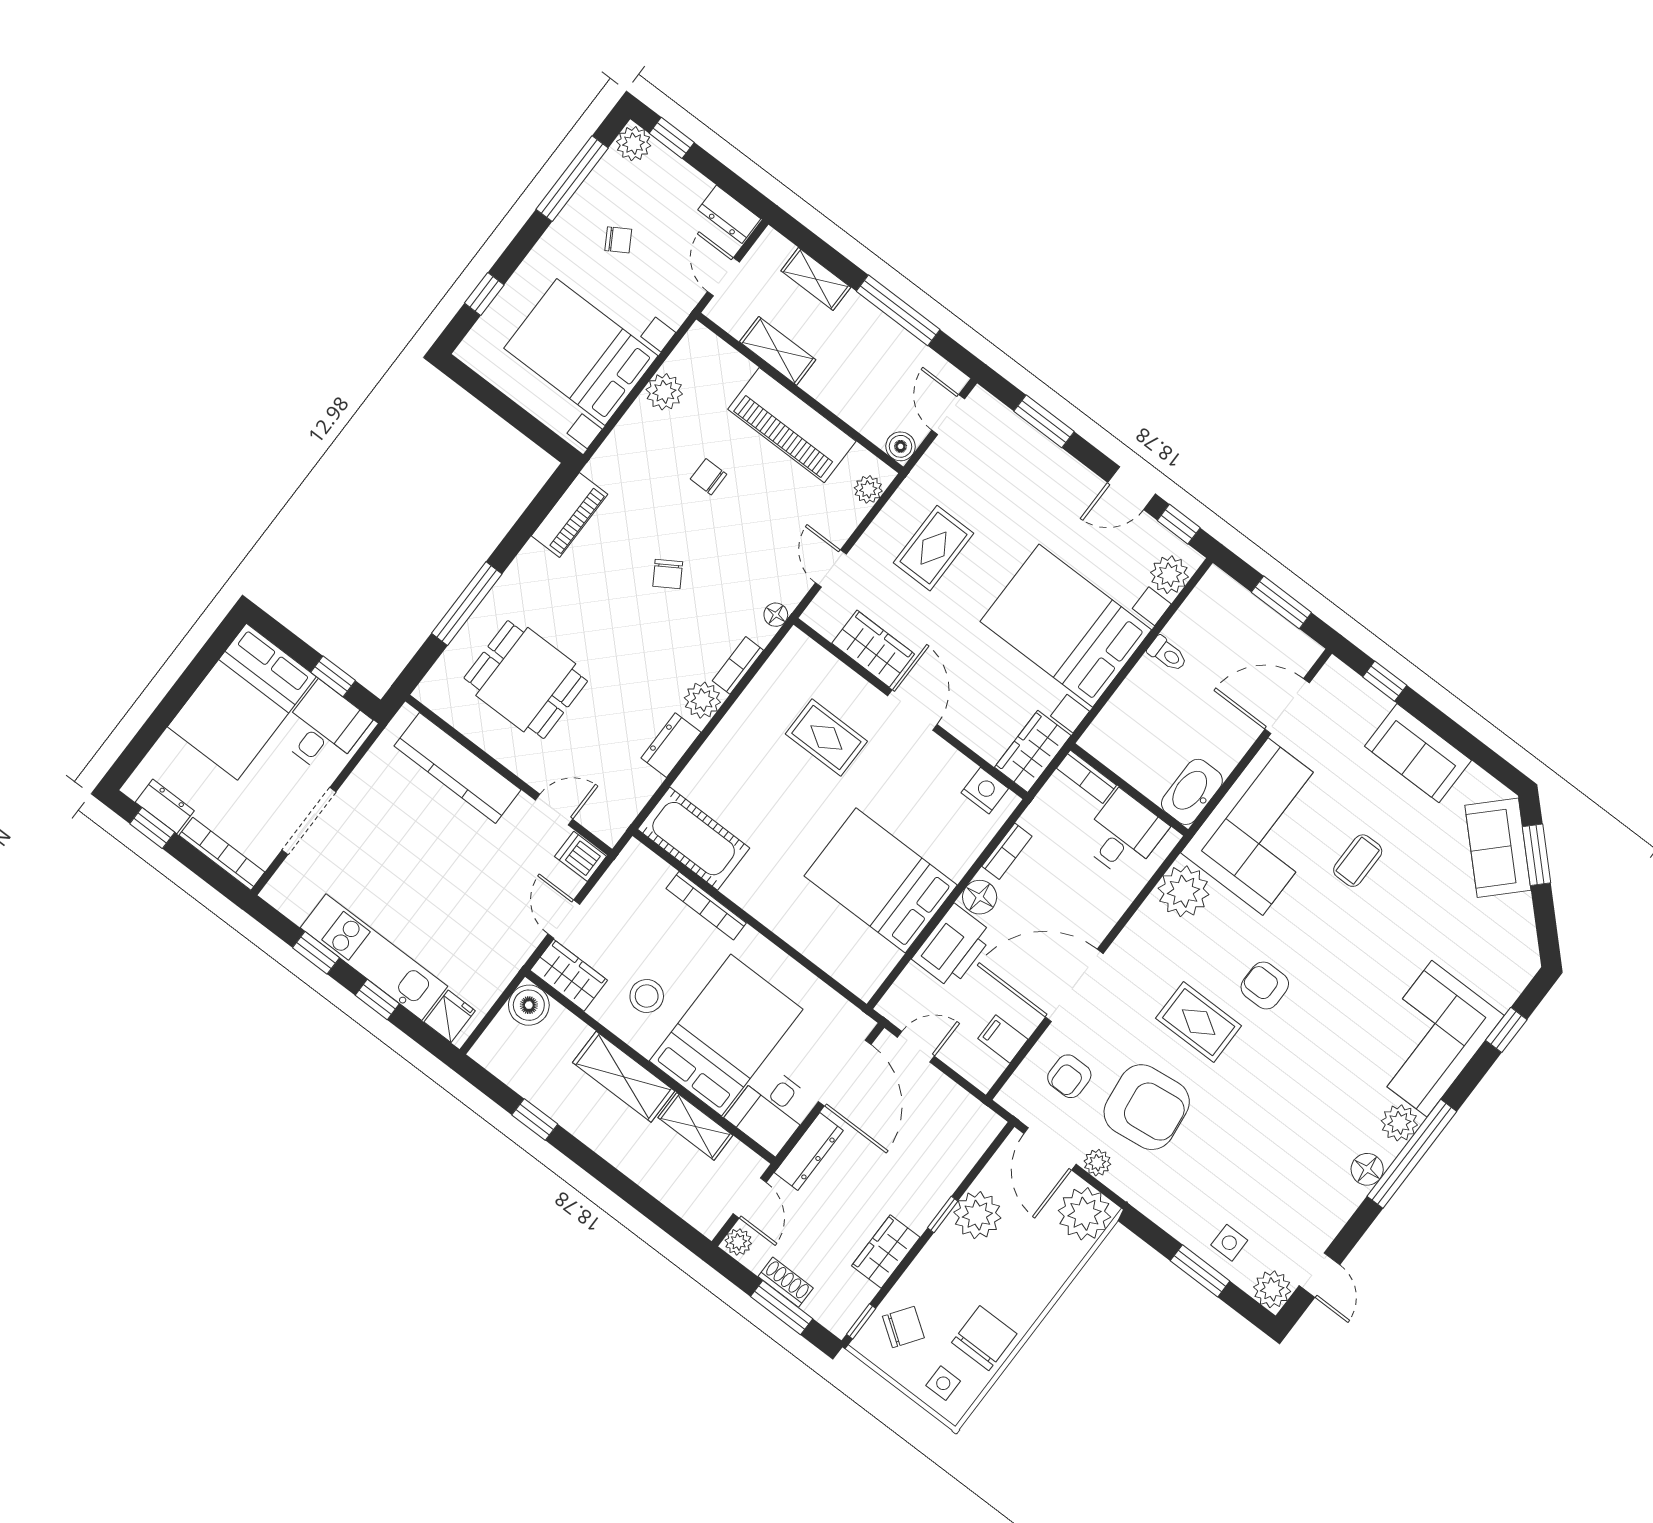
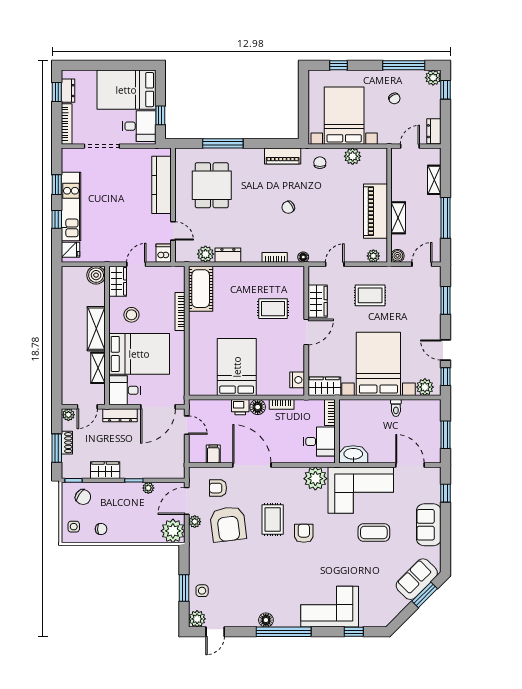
shelving: (778, 351) -> (398, 218), moved
chair: (709, 477) -> (320, 163), moved
plant: (702, 700) -> (205, 254), moved
rug: (826, 738) -> (273, 309), turned 90
coffee table: (1358, 861) -> (374, 532), width x1.36, depth x1.30
printer: (953, 946) -> (240, 407), width x0.53, depth x0.68
window: (535, 1119) -> (57, 308), removed
plant: (1399, 1123) -> (291, 619), removed
plant: (977, 1215) -> (148, 488), width x0.53, depth x0.53
chair: (984, 1338) -> (101, 529), width x0.54, depth x0.54

